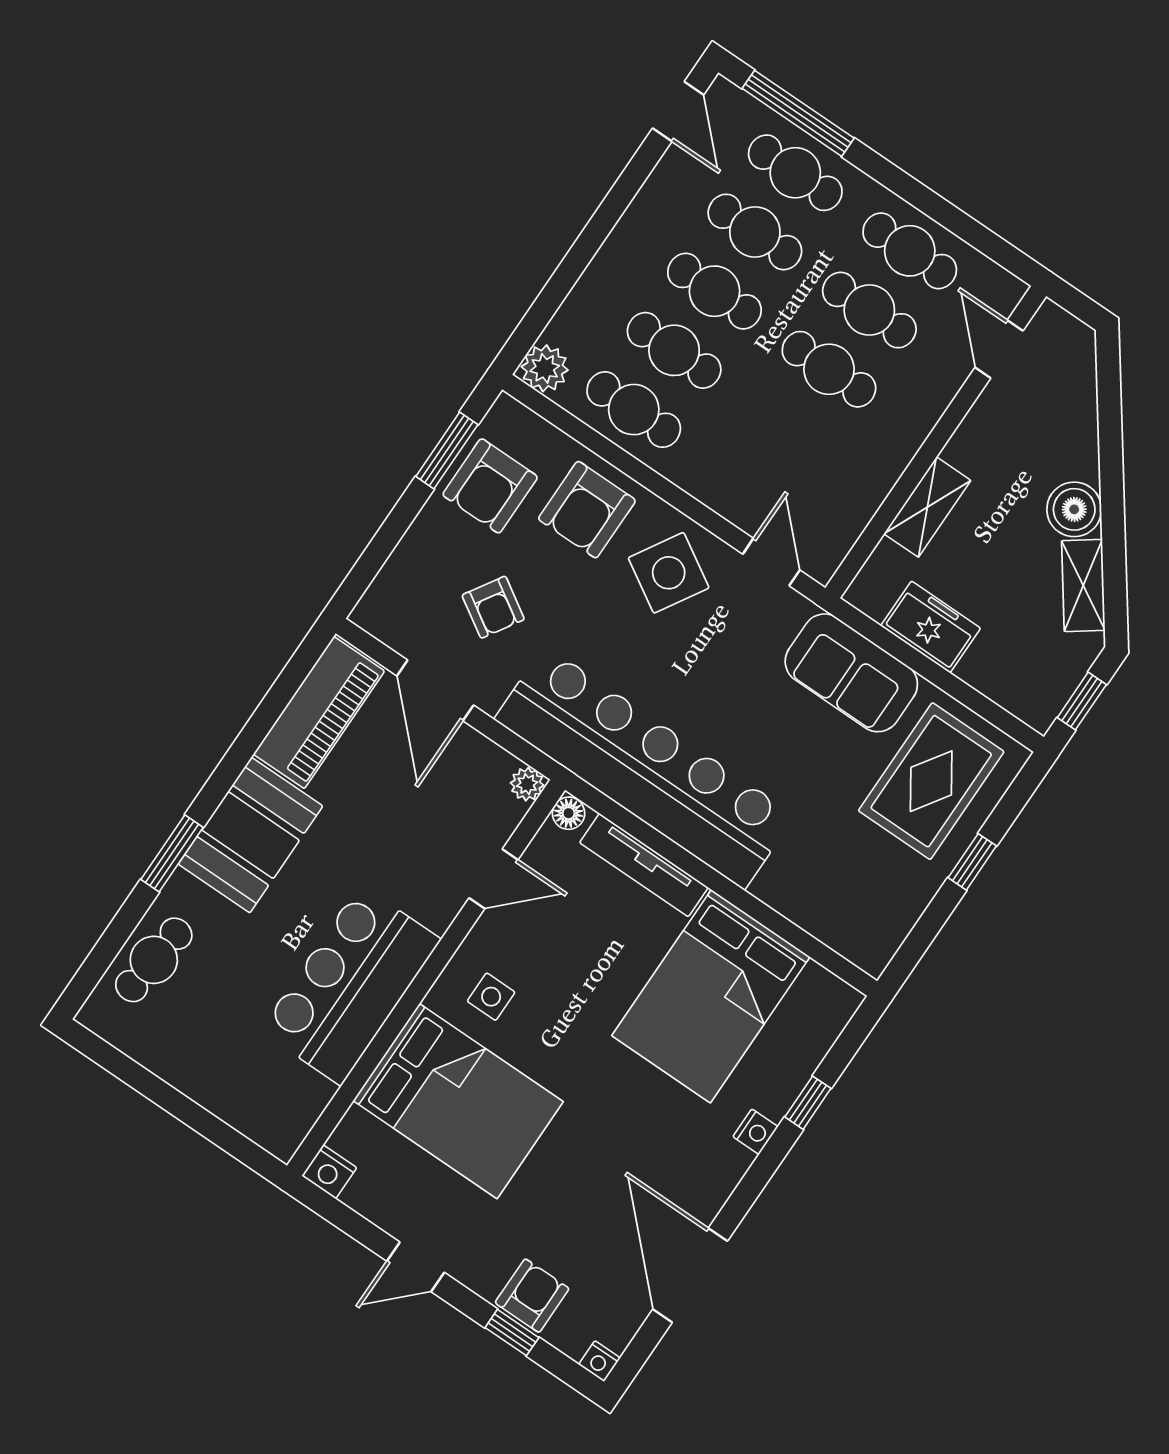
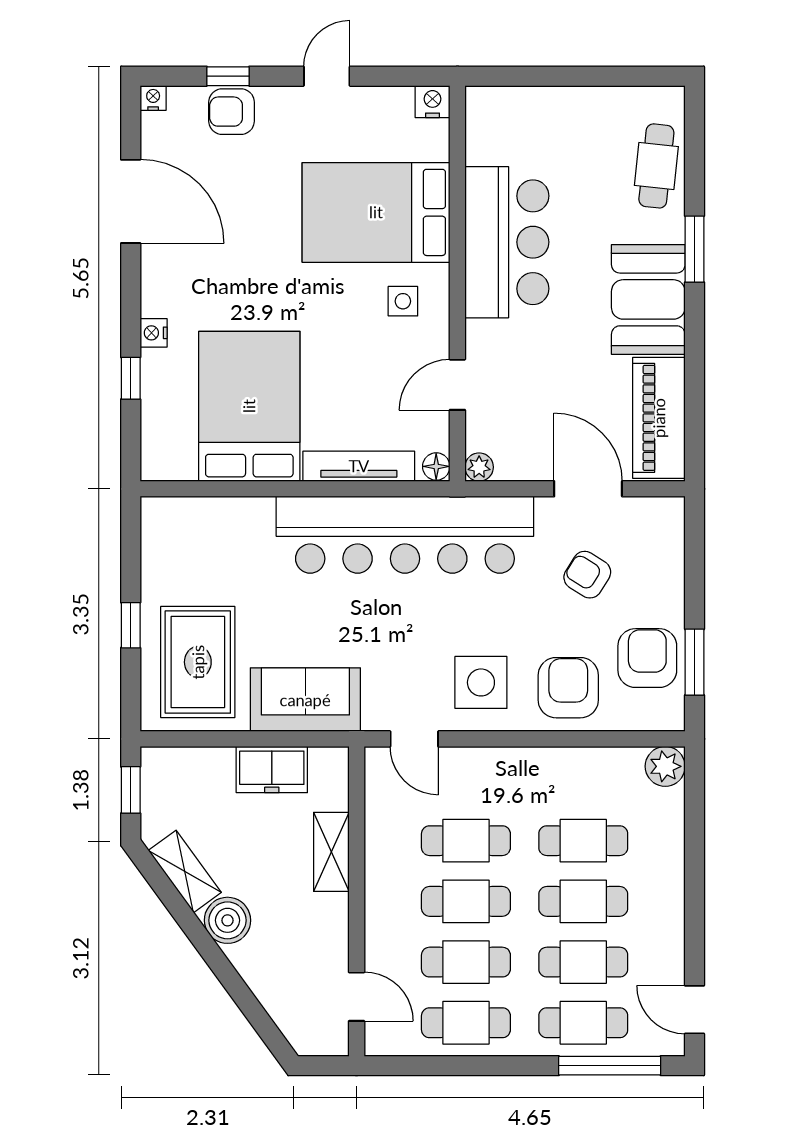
cafe table: (634, 410) -> (466, 841), moved
side table: (669, 573) -> (481, 682), turned -31
armchair: (532, 1296) -> (232, 112), turned 90

